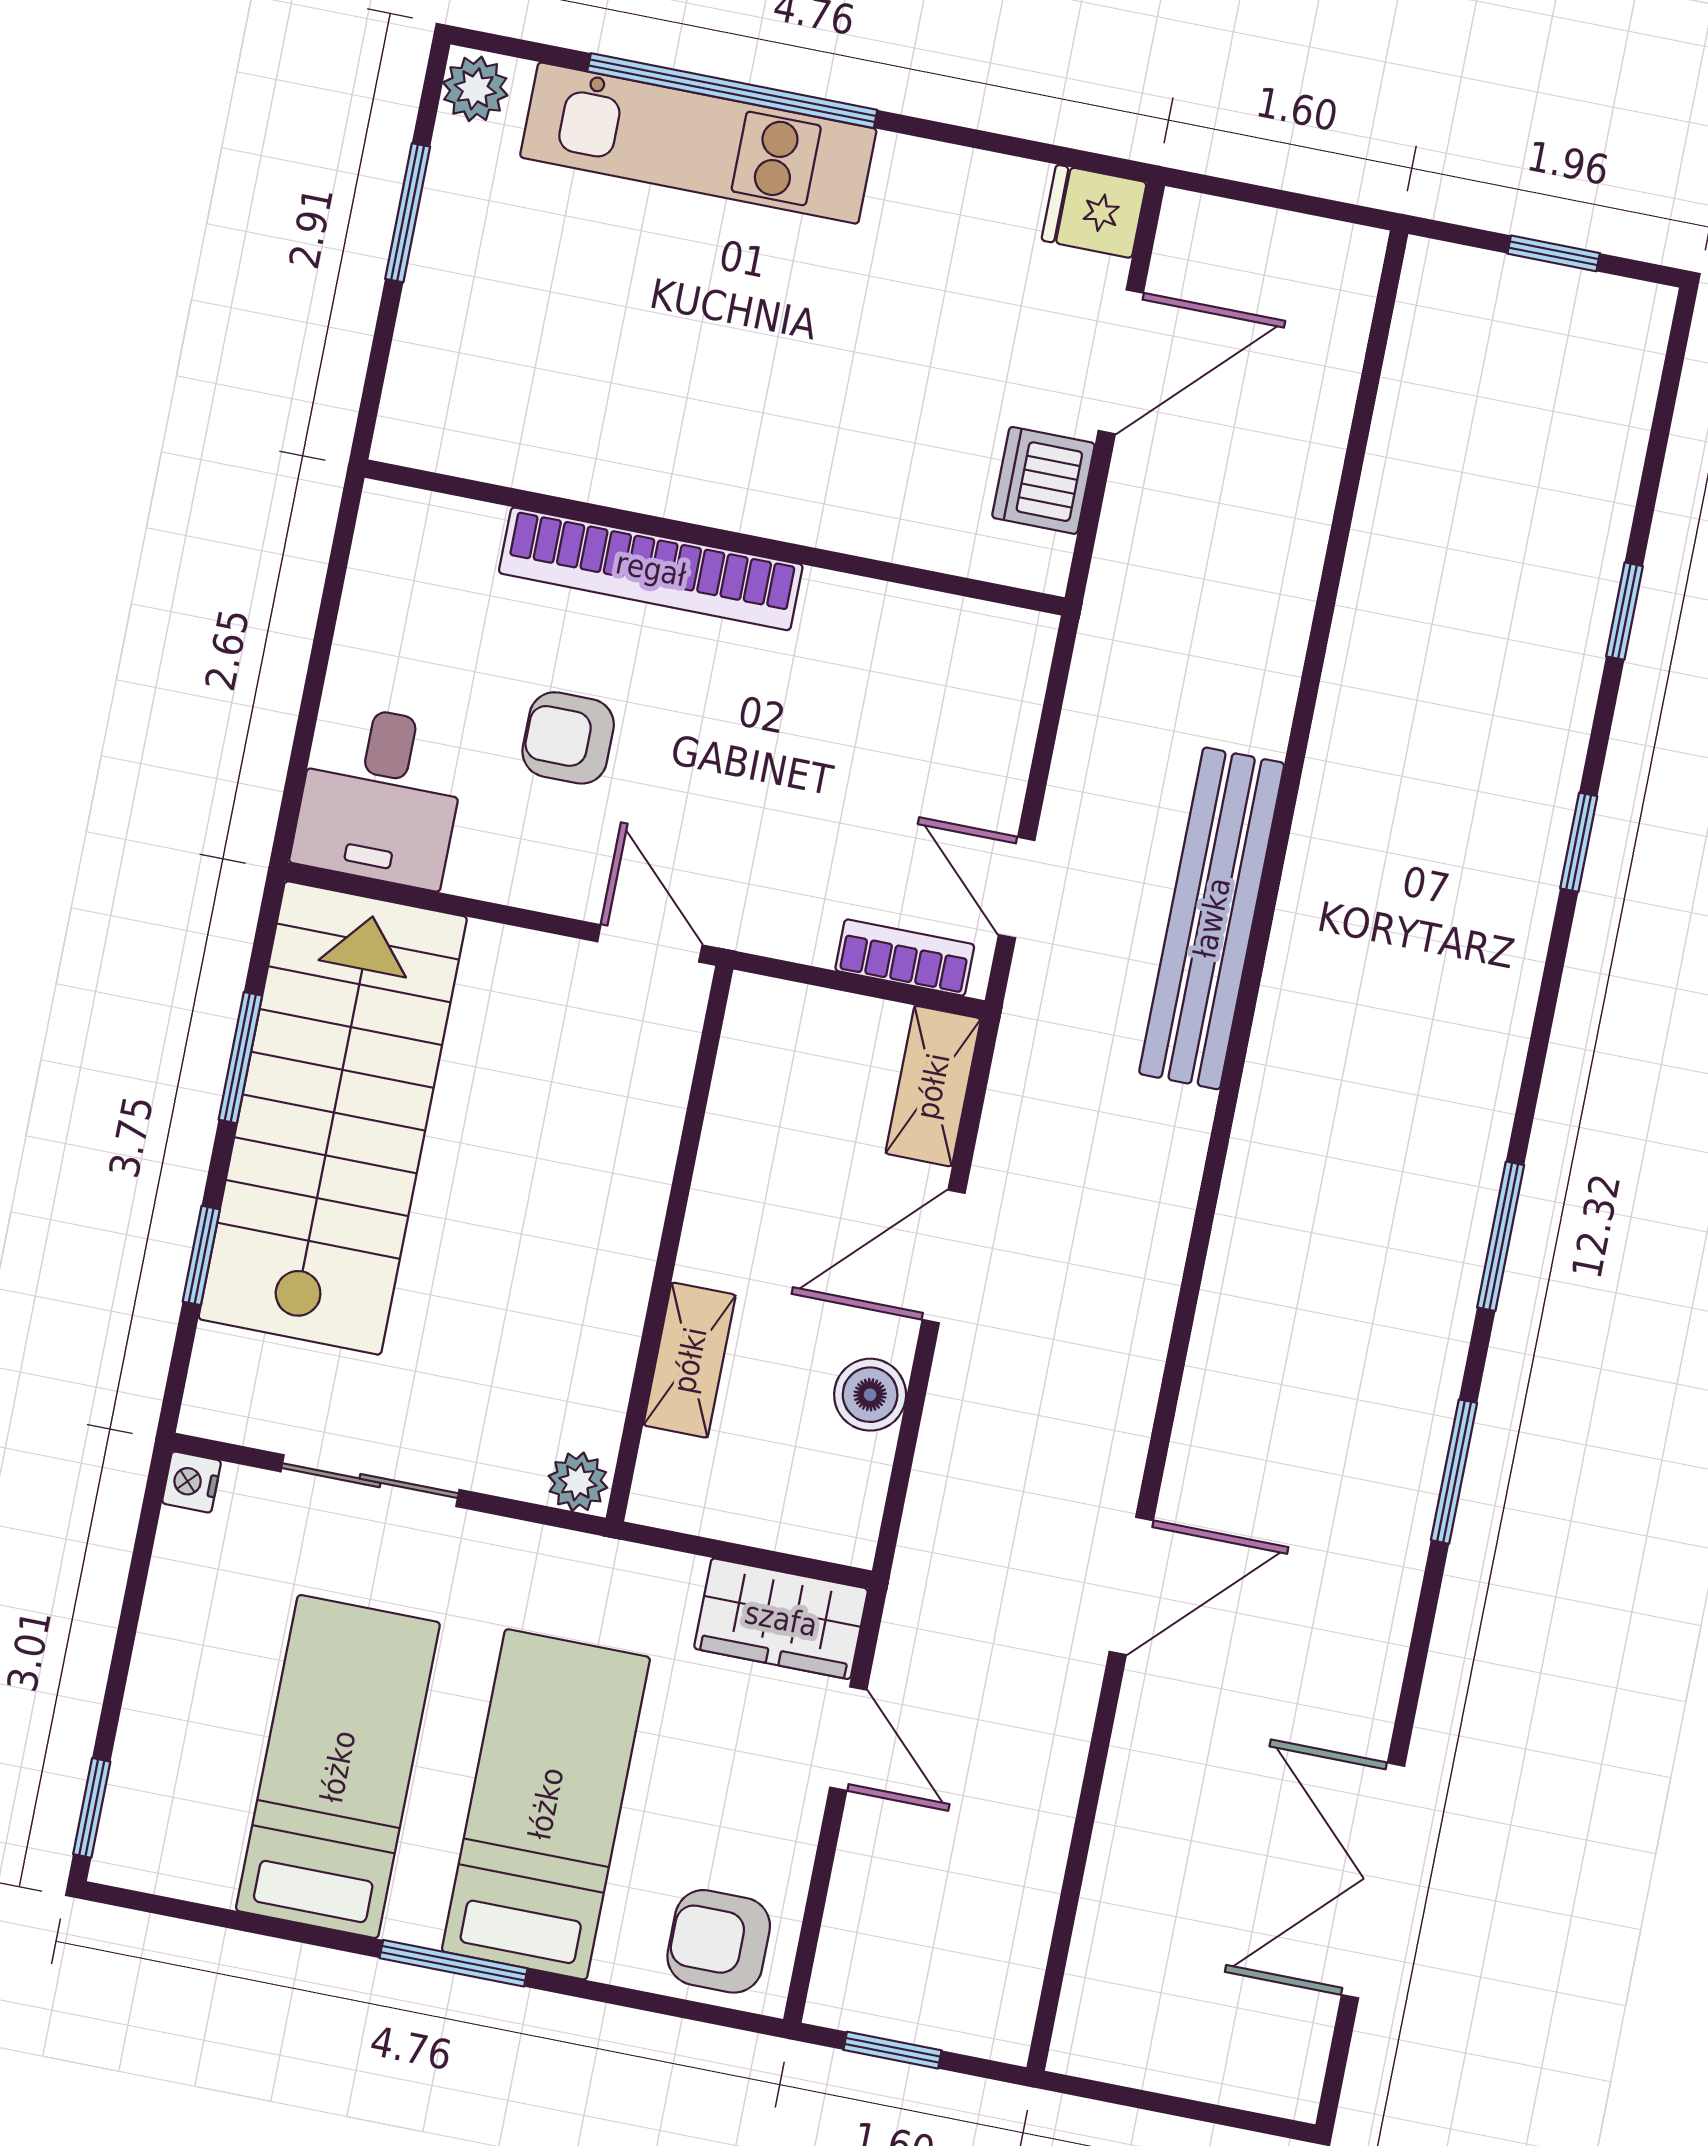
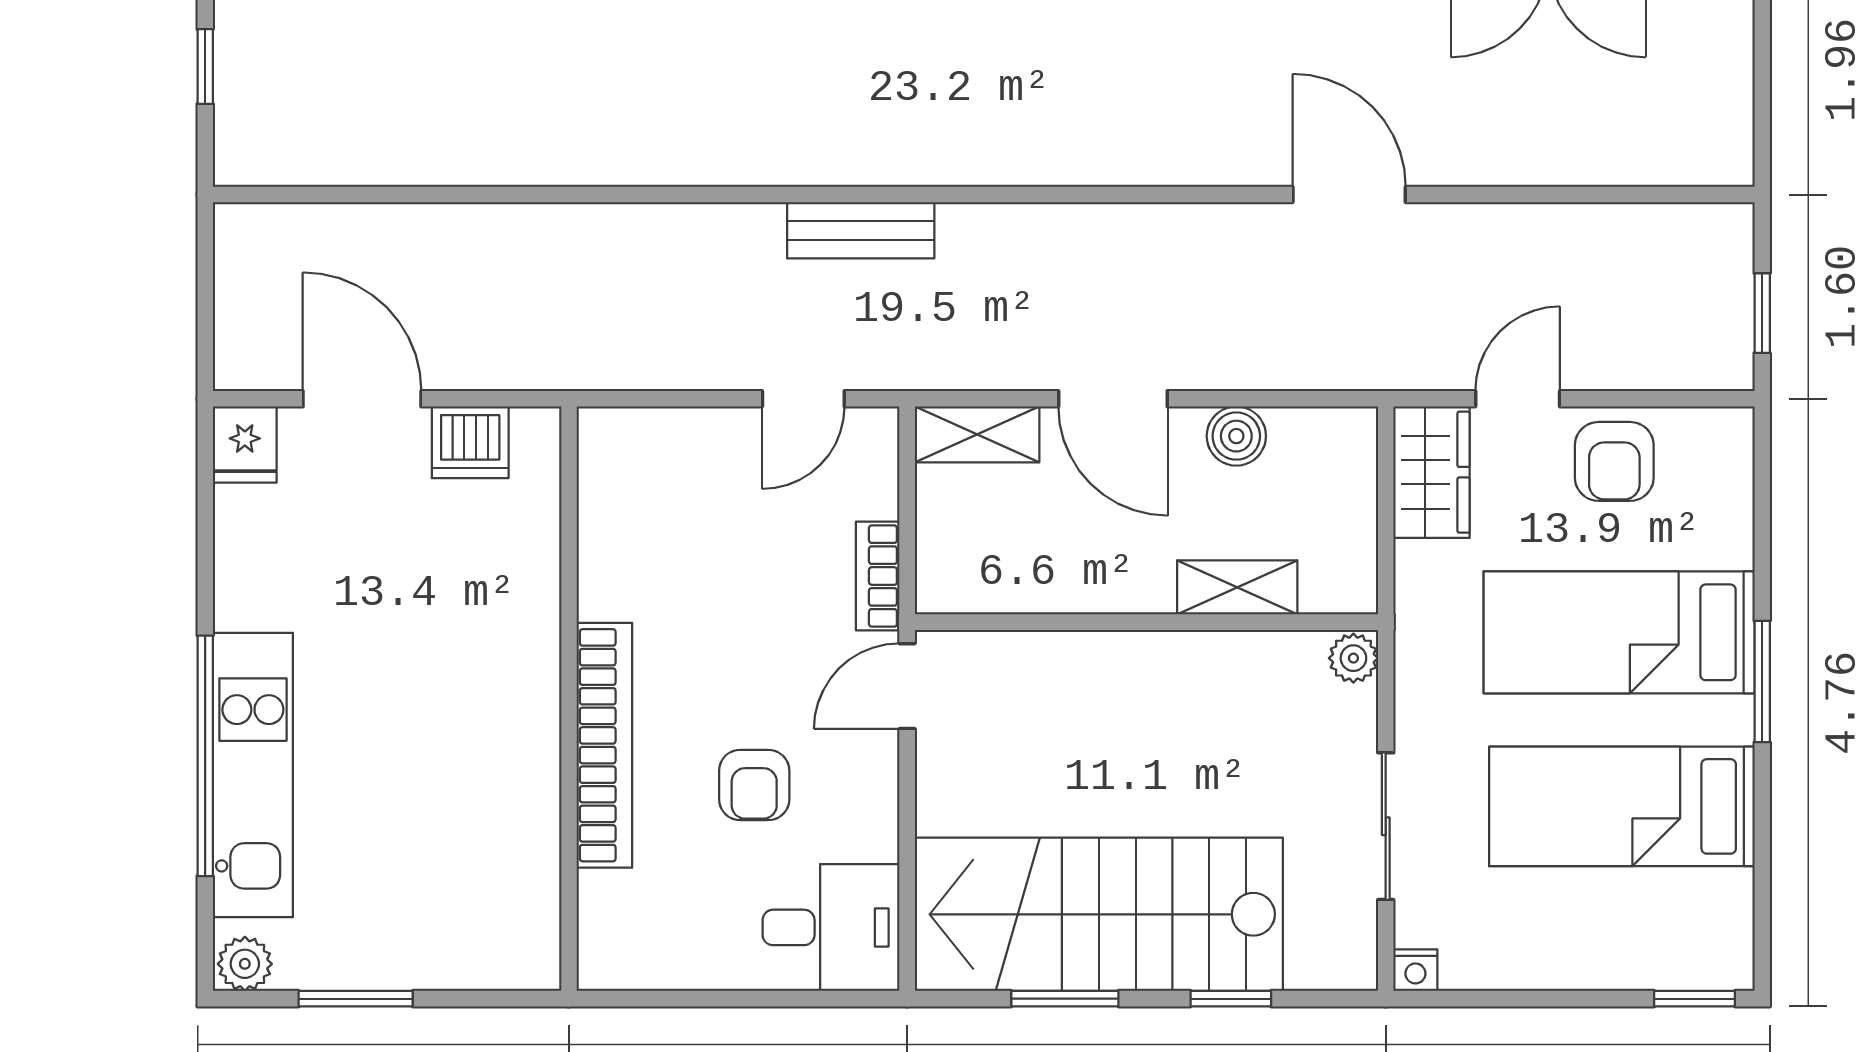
bench: (1212, 918) -> (861, 230), width x0.54, depth x0.82
bookcase: (905, 957) -> (878, 576), moved
armchair: (719, 1941) -> (1614, 461), moved

